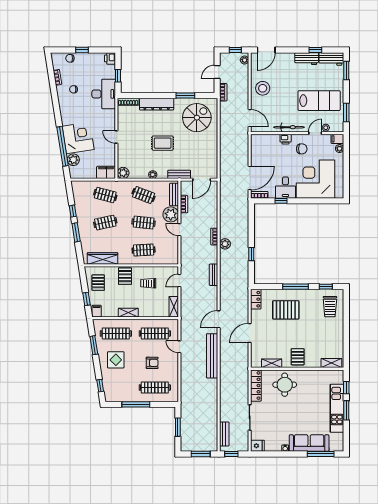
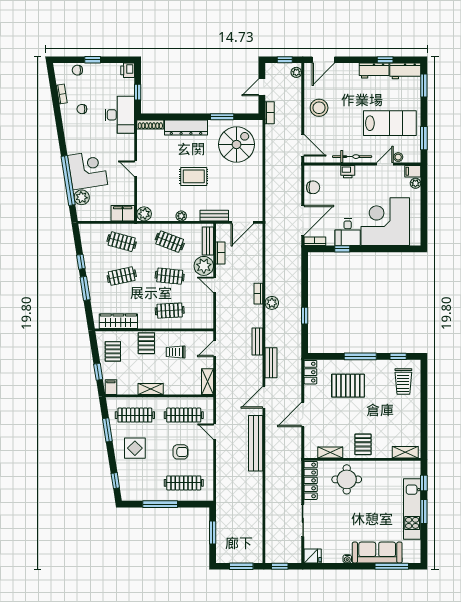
chair: (302, 149) -> (313, 187), moved
bench: (224, 434) -> (271, 363), moved

